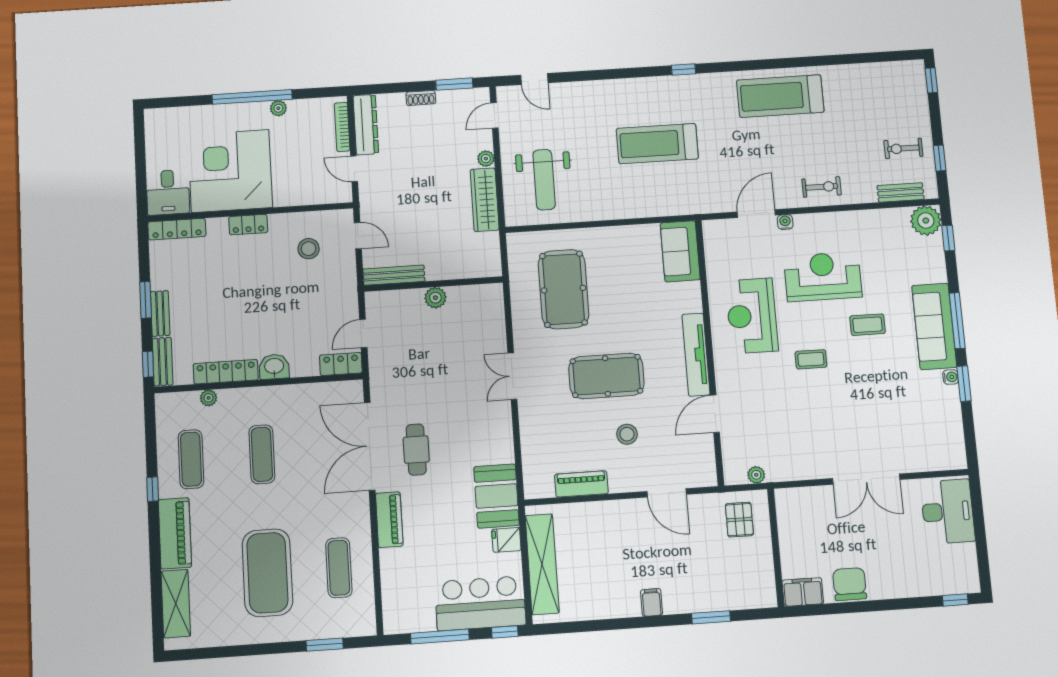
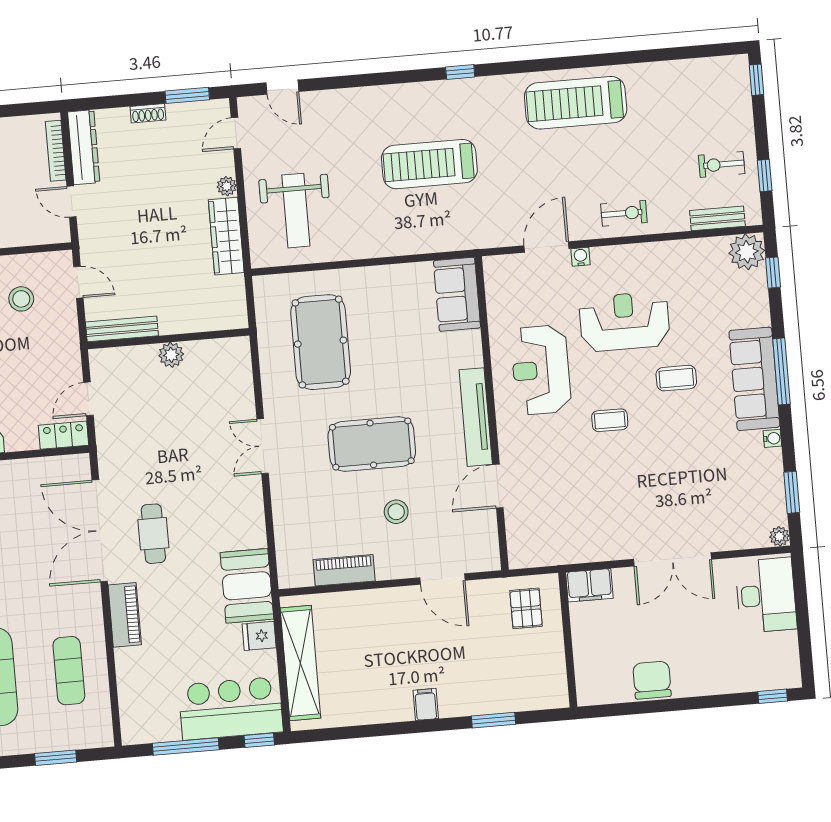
window: (964, 384) -> (792, 492), moved
plant: (756, 475) -> (779, 536), moved
filing cabinet: (803, 592) -> (589, 585), moved, turned 180

